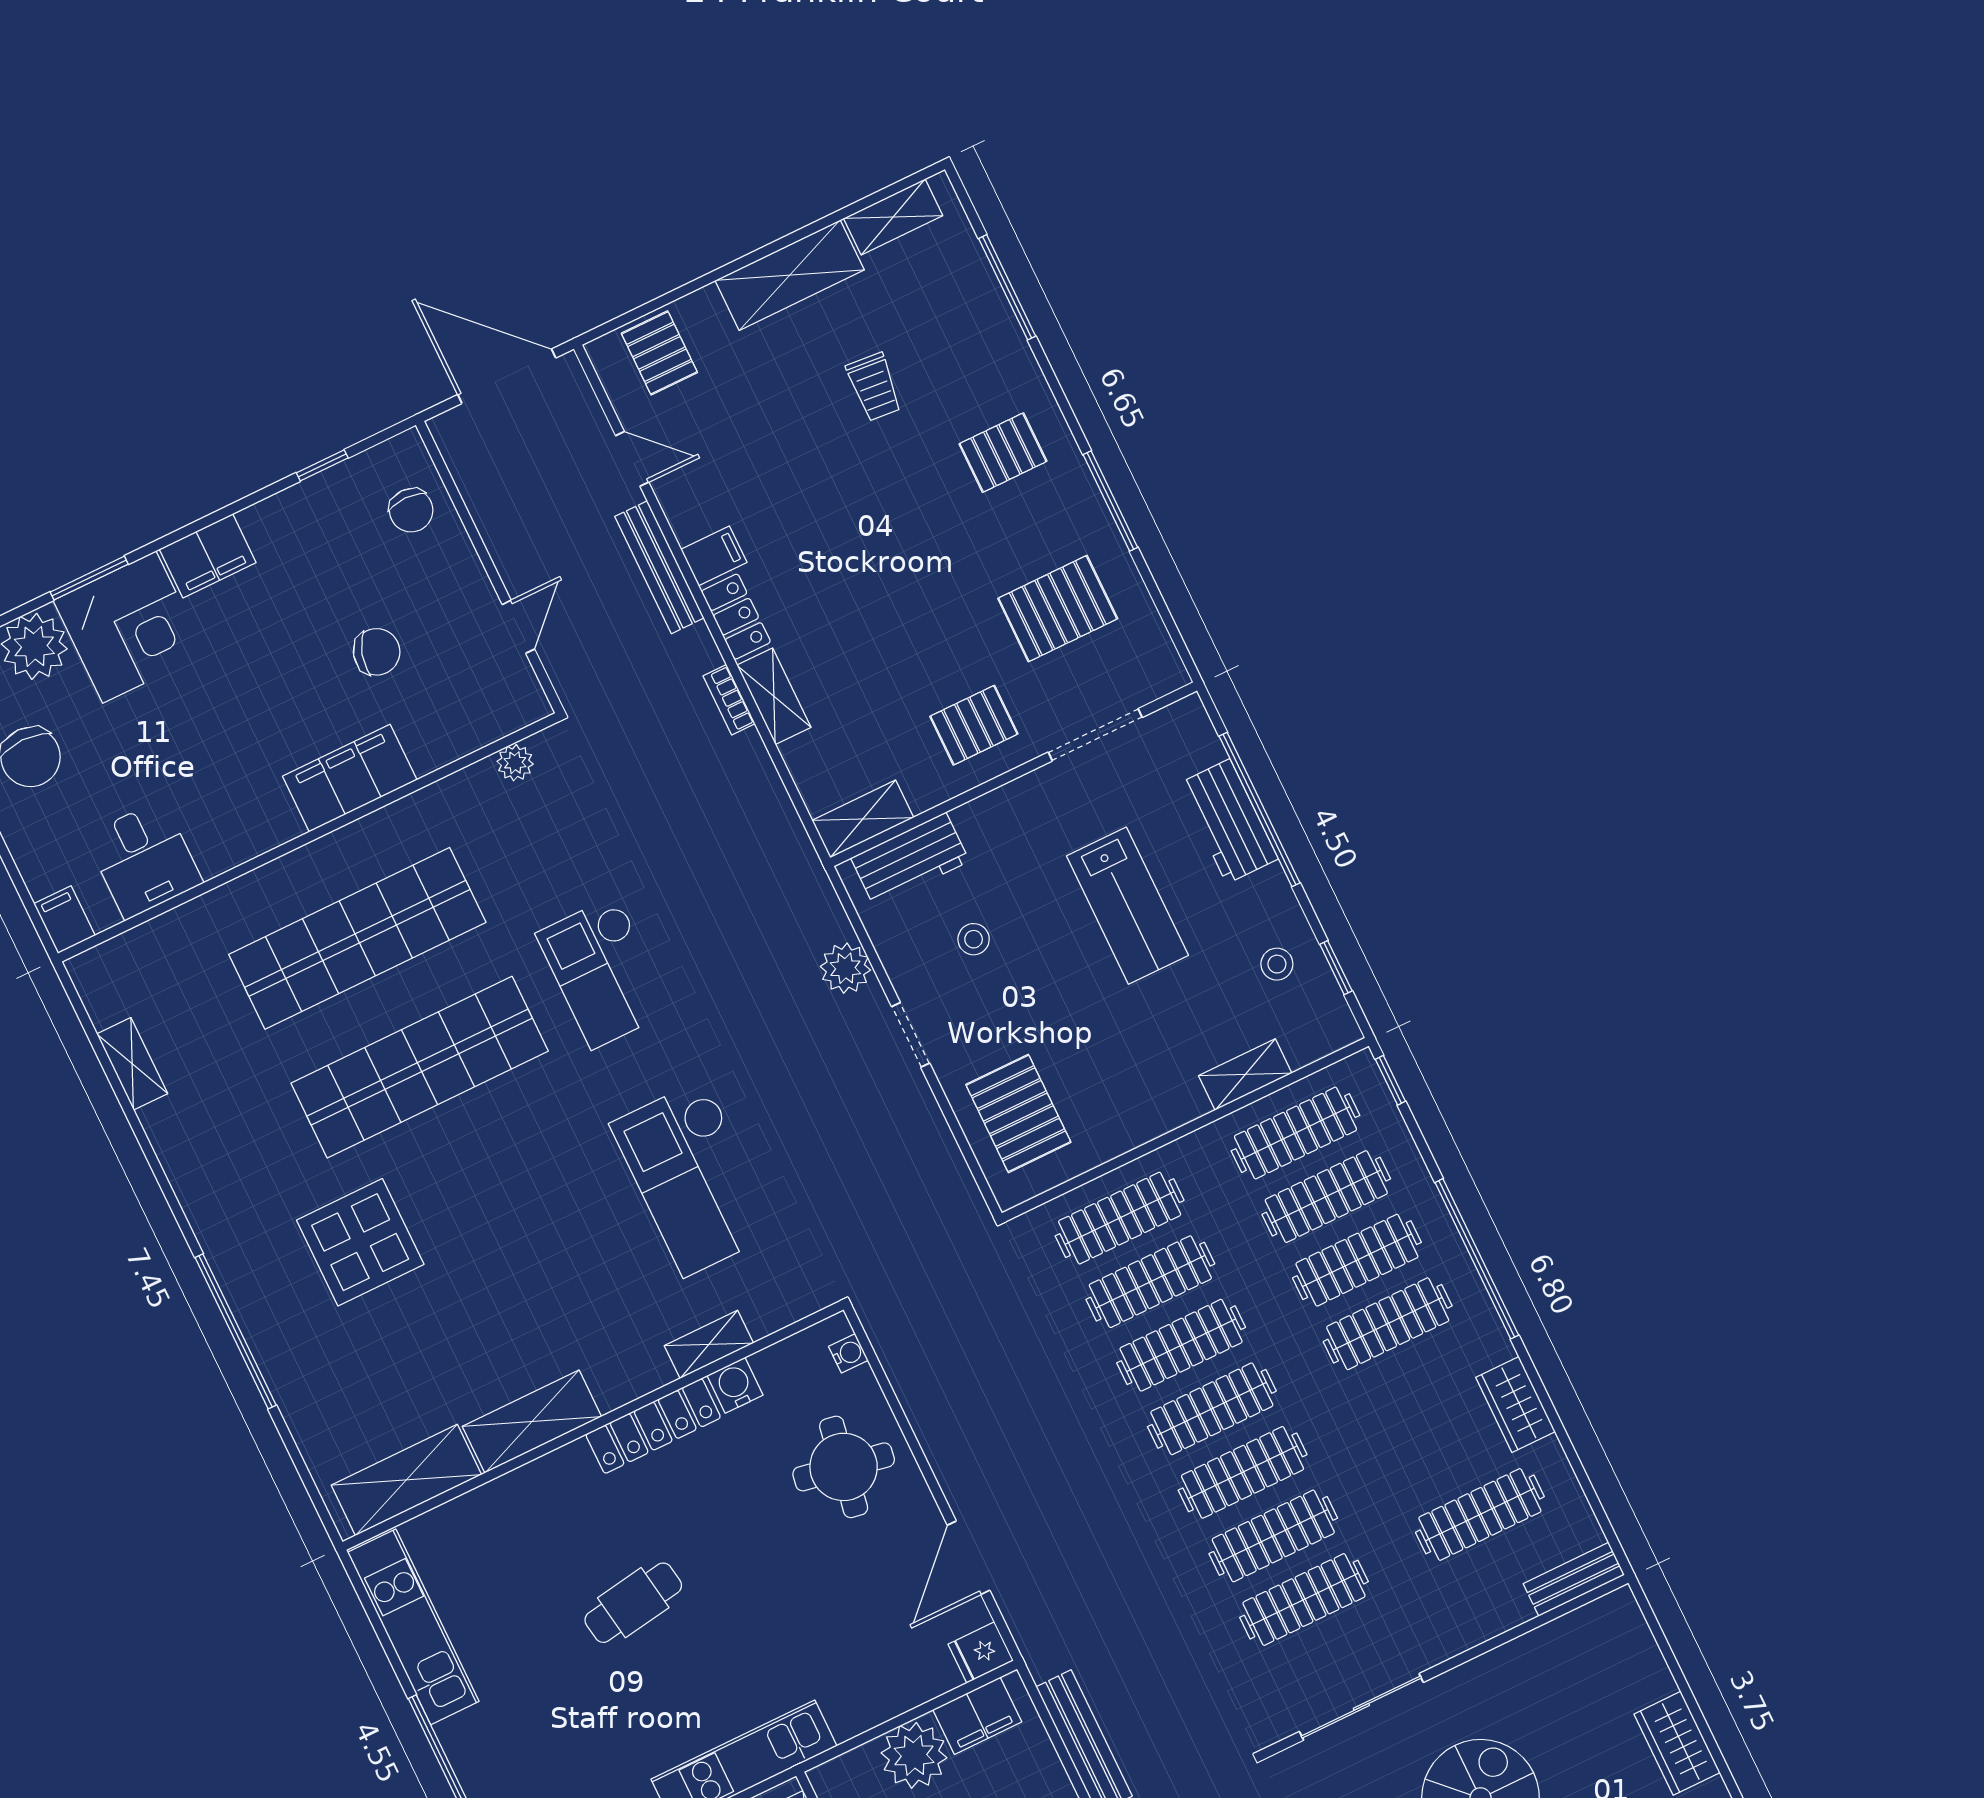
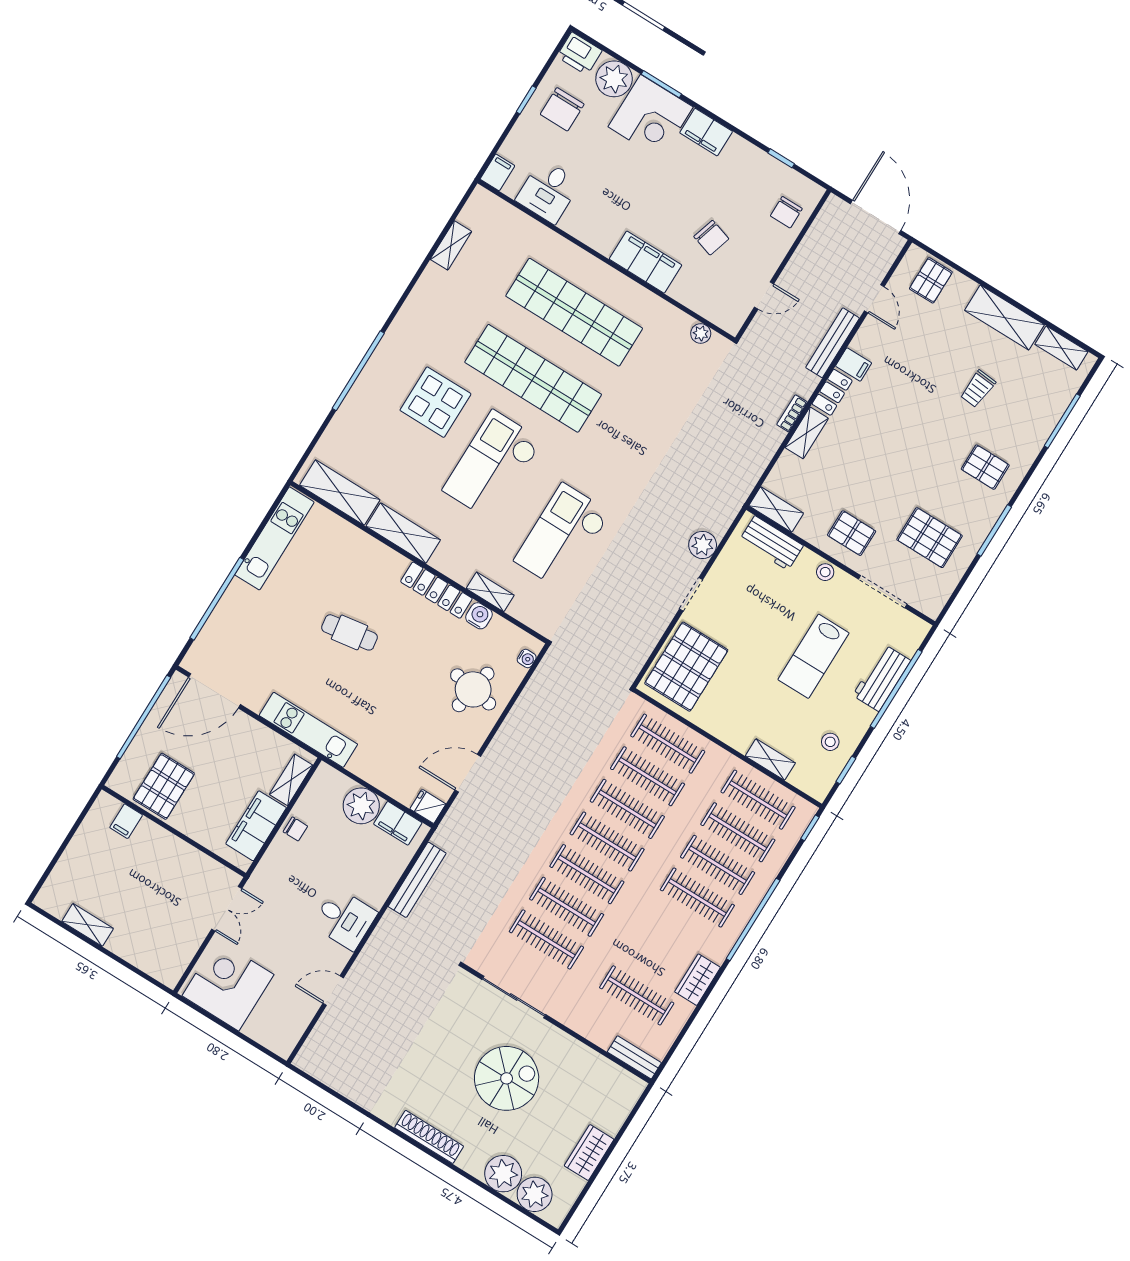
stool: (974, 939) -> (825, 572), moved
checkout: (604, 972) -> (492, 465), moved, width x1.36, depth x1.21
pallet: (1018, 1113) -> (686, 667), width x1.37, depth x1.41

